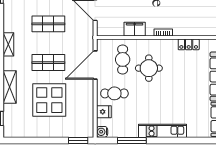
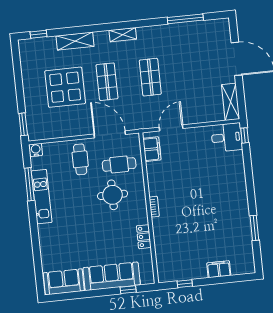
filing cabinet: (135, 29) -> (152, 149), moved
fridge: (104, 112) -> (58, 150), removed
kitchen unit: (163, 131) -> (42, 197), moved

